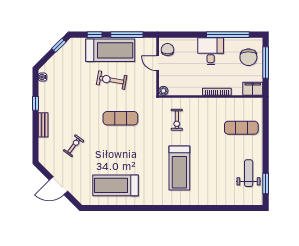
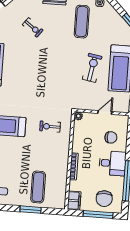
chair: (167, 50) -> (111, 137), moved
chair: (248, 57) -> (104, 199), turned -90
exercise mat: (120, 118) -> (82, 22), moved
window: (266, 134) -> (30, 210), added

